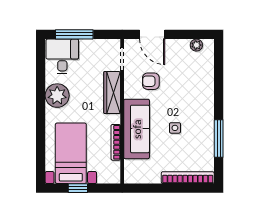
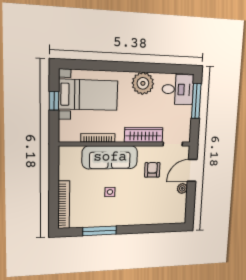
plant: (196, 45) -> (182, 188), moved

